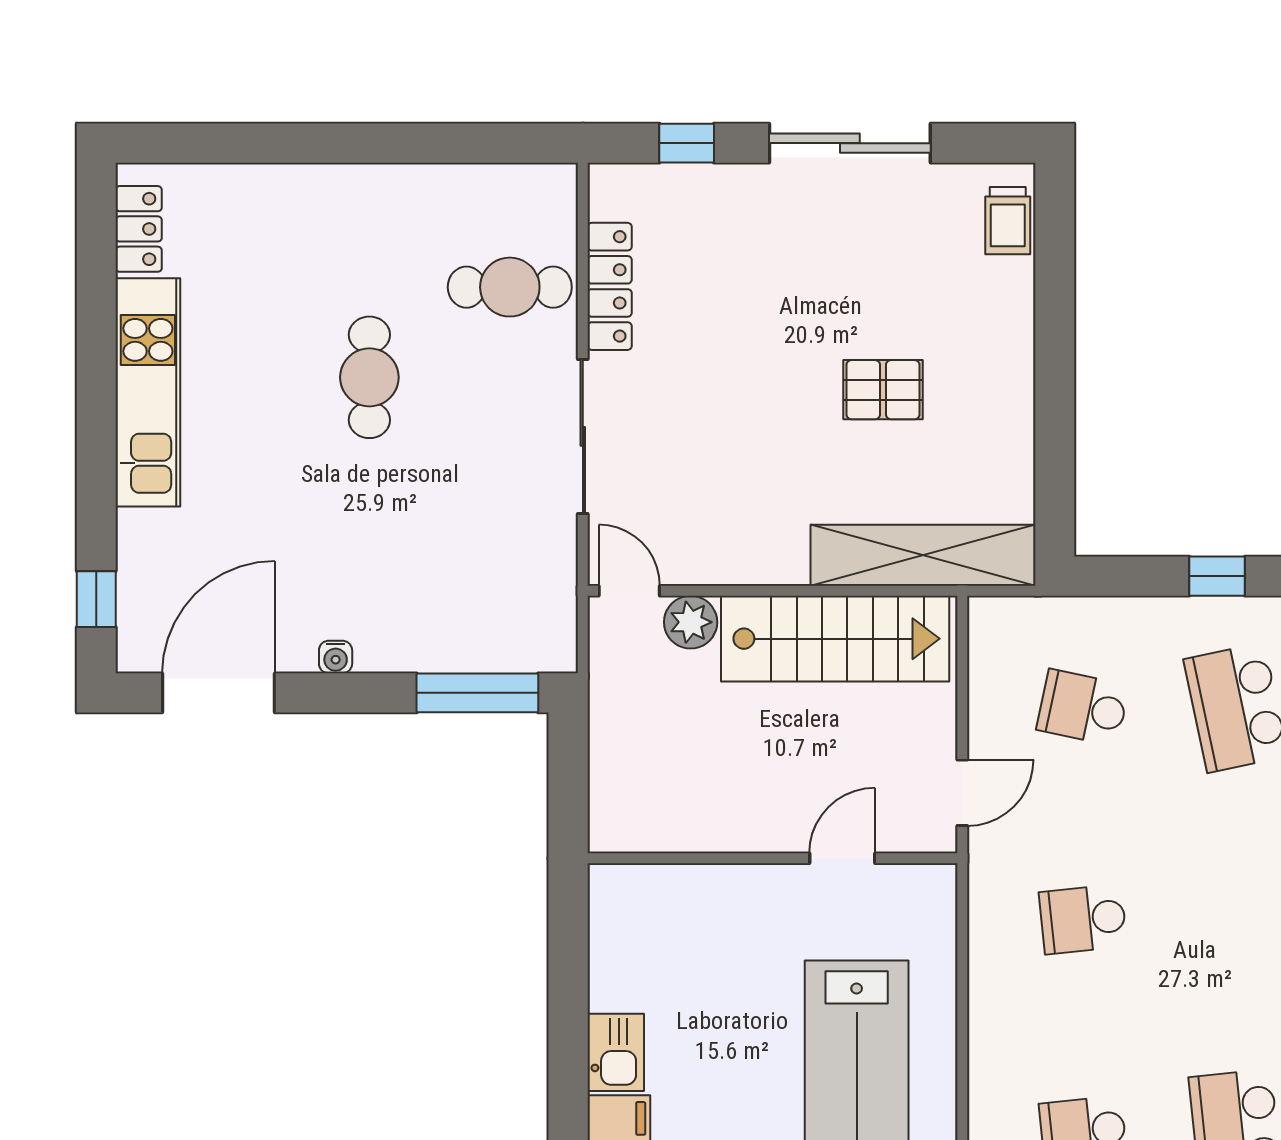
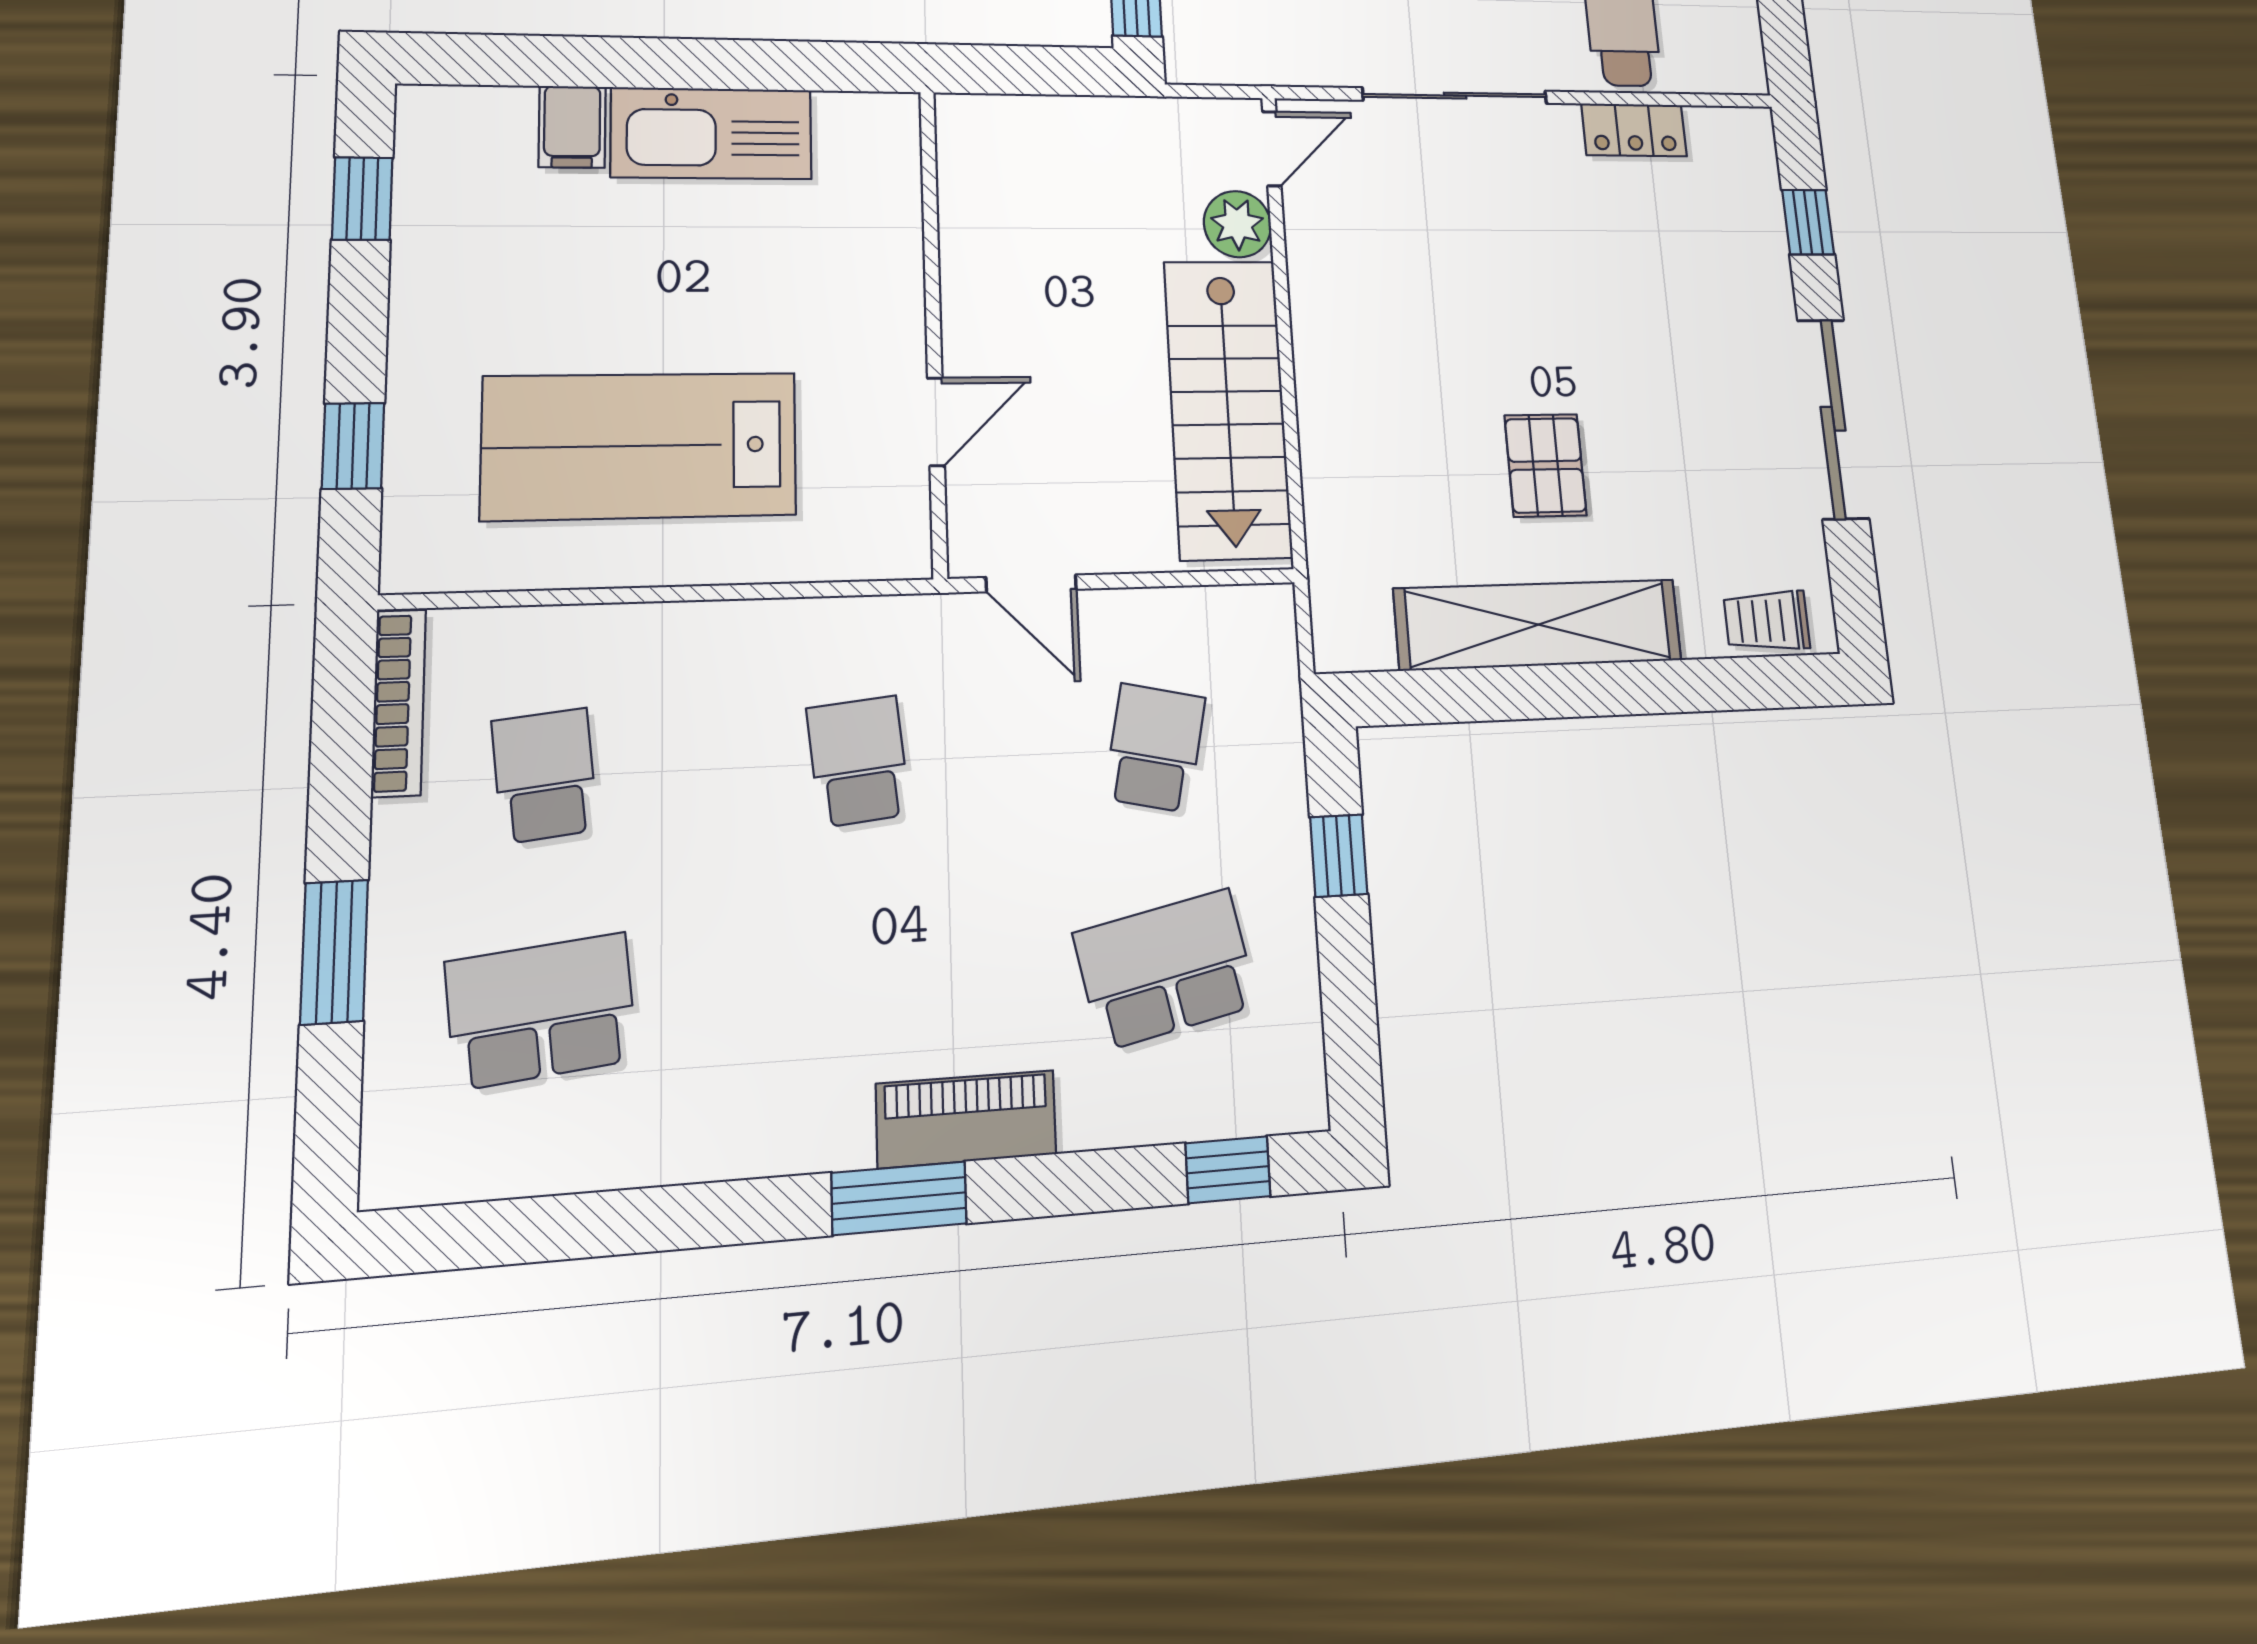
locker: (610, 286) -> (1634, 130), width x0.66
shelving: (923, 555) -> (1538, 625), moved, turned 90
window: (1217, 576) -> (1339, 856), moved
door: (842, 858) -> (936, 422), hinge flipped
kitchen sink: (616, 1052) -> (712, 133), width x1.87, depth x1.24

